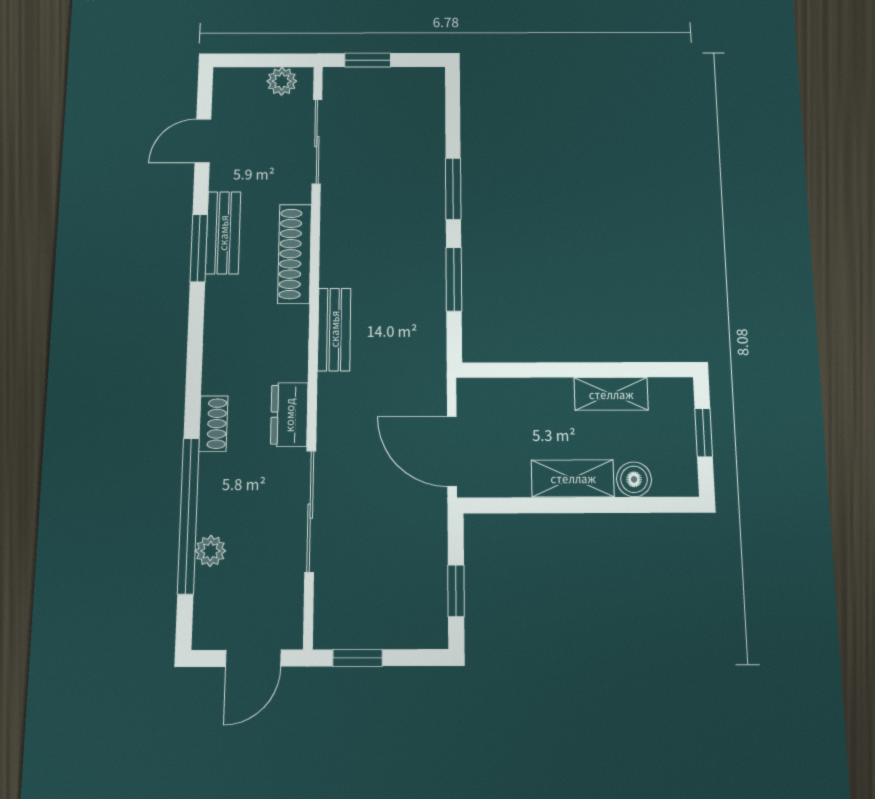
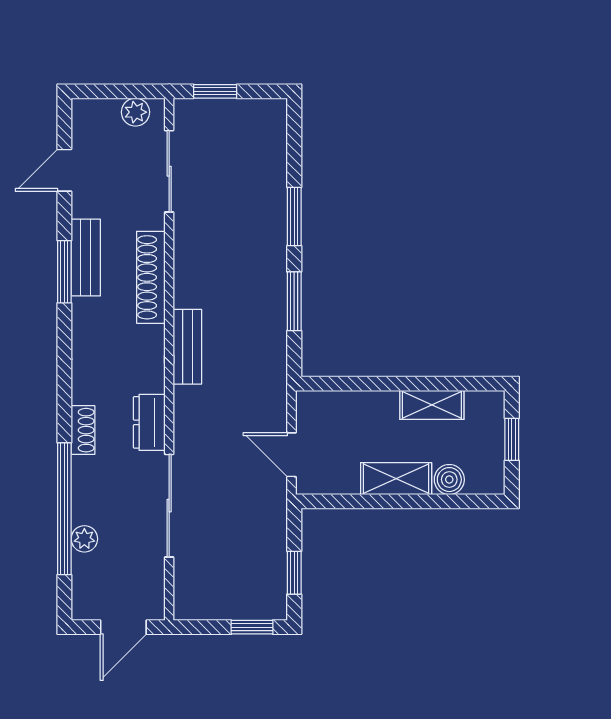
door: (452, 451) -> (291, 455), width x0.73
window: (358, 658) -> (252, 627), moved

